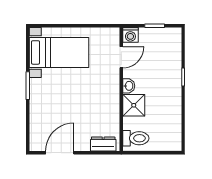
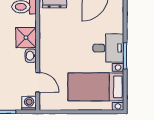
door: (121, 57) -> (38, 82), swing flipped
desk: (46, 94) -> (108, 48), added

